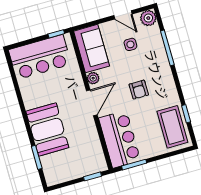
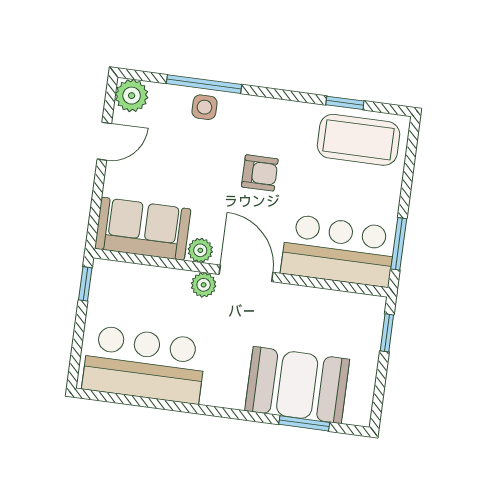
side table: (130, 44) -> (204, 107), moved
bar counter: (40, 57) -> (144, 365), moved, turned -90
plant: (79, 86) -> (204, 285), added
booth: (47, 129) -> (297, 385), moved

